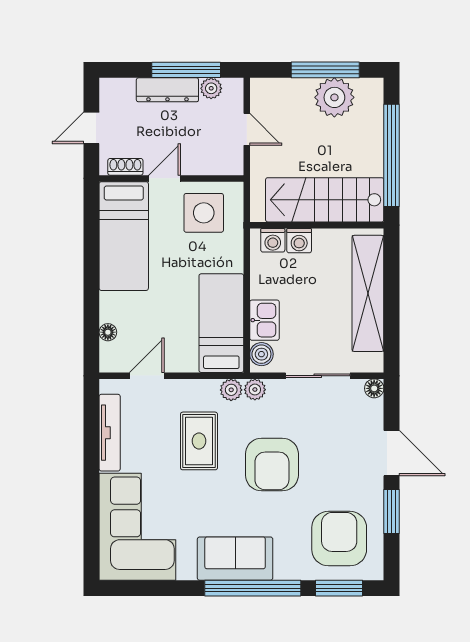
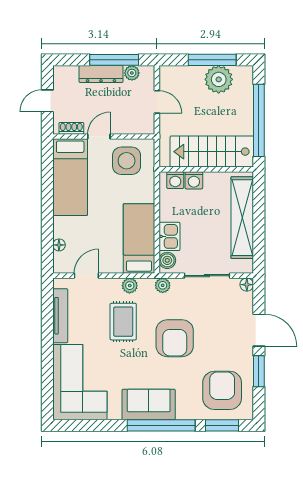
plant: (231, 390) -> (130, 286), moved

